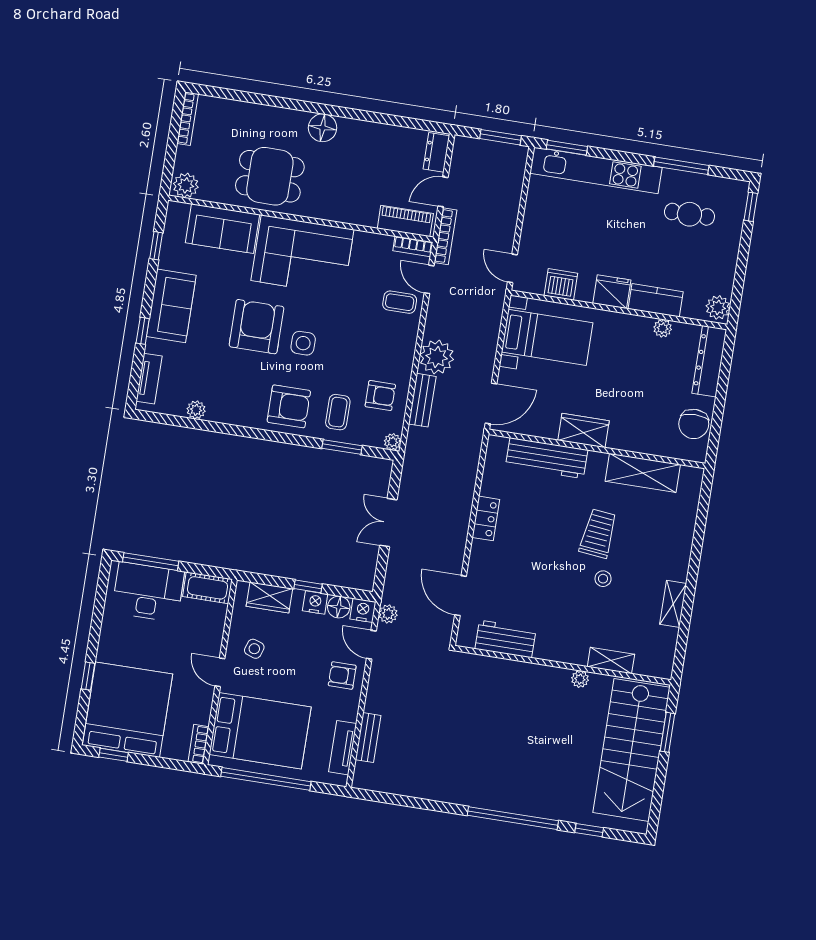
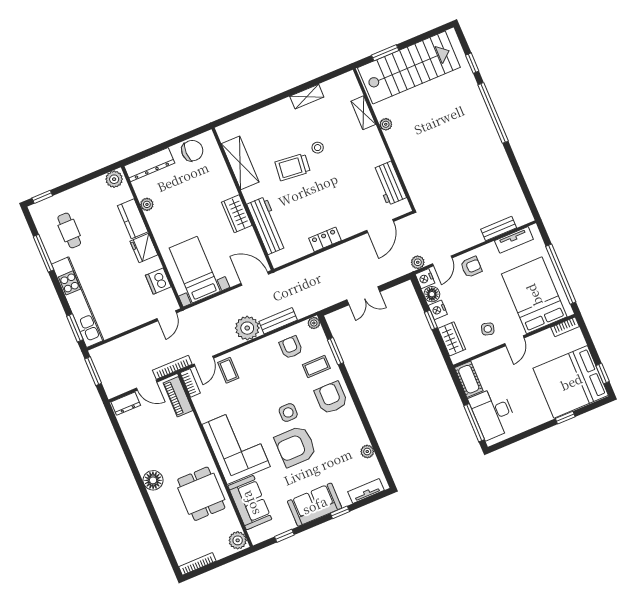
armchair: (342, 676) -> (471, 267), turned -90

